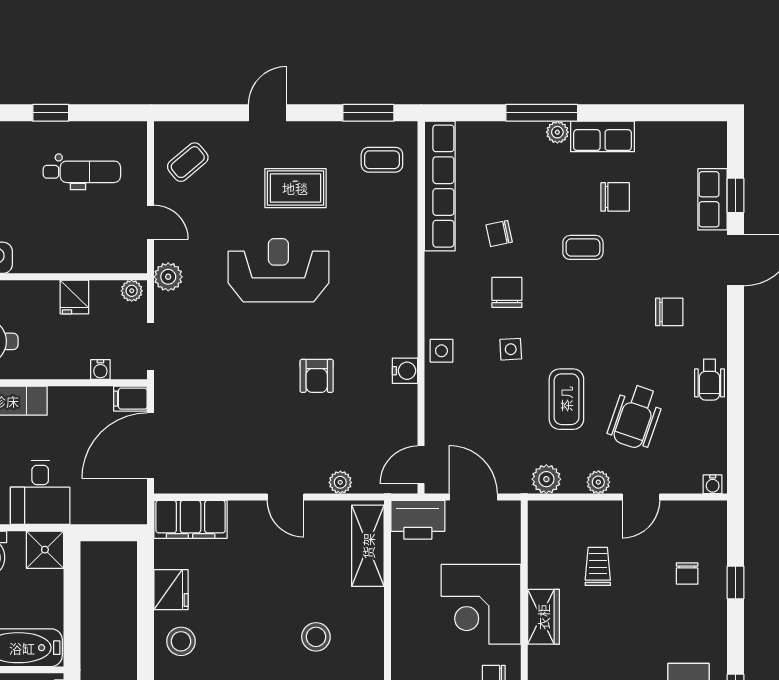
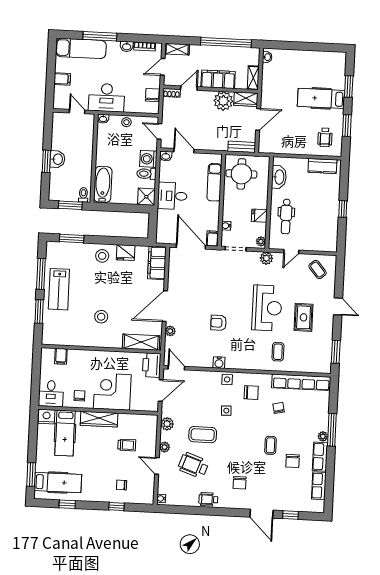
coffee table: (382, 160) -> (278, 352), moved
dental chair: (82, 172) -> (286, 216), moved
row of seats: (712, 199) -> (319, 486), moved, turned -90
chair: (507, 292) -> (251, 392), moved
door: (286, 497) -> (165, 306), width x1.87
wardrobe: (543, 617) -> (99, 419), width x1.50

